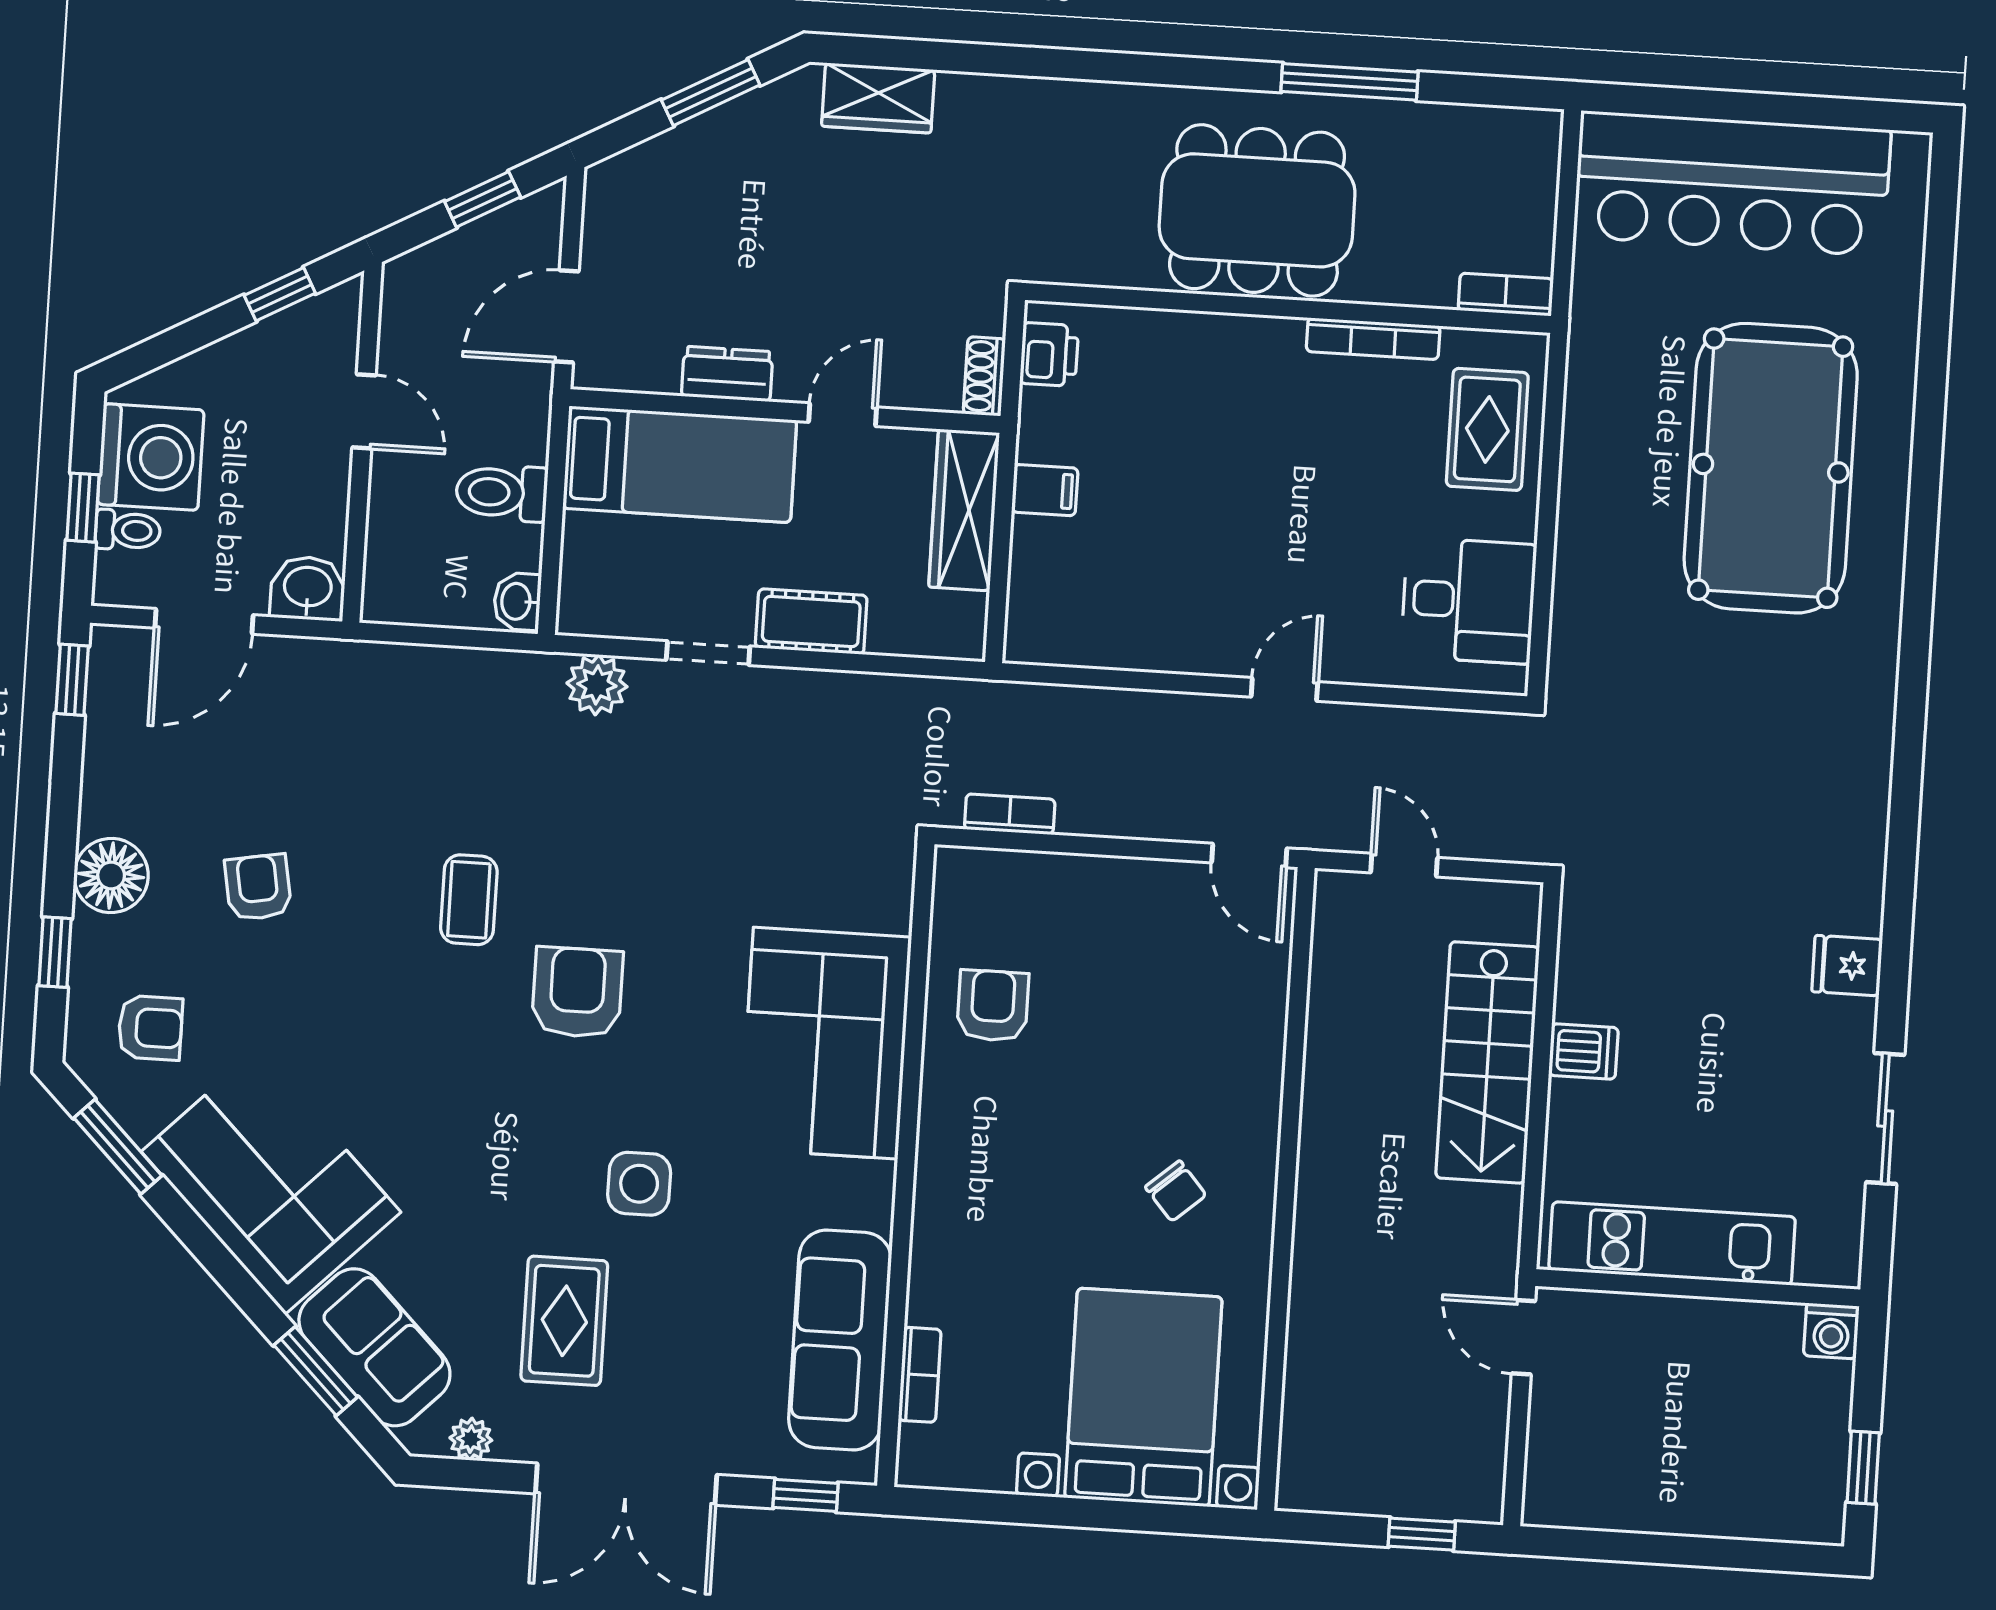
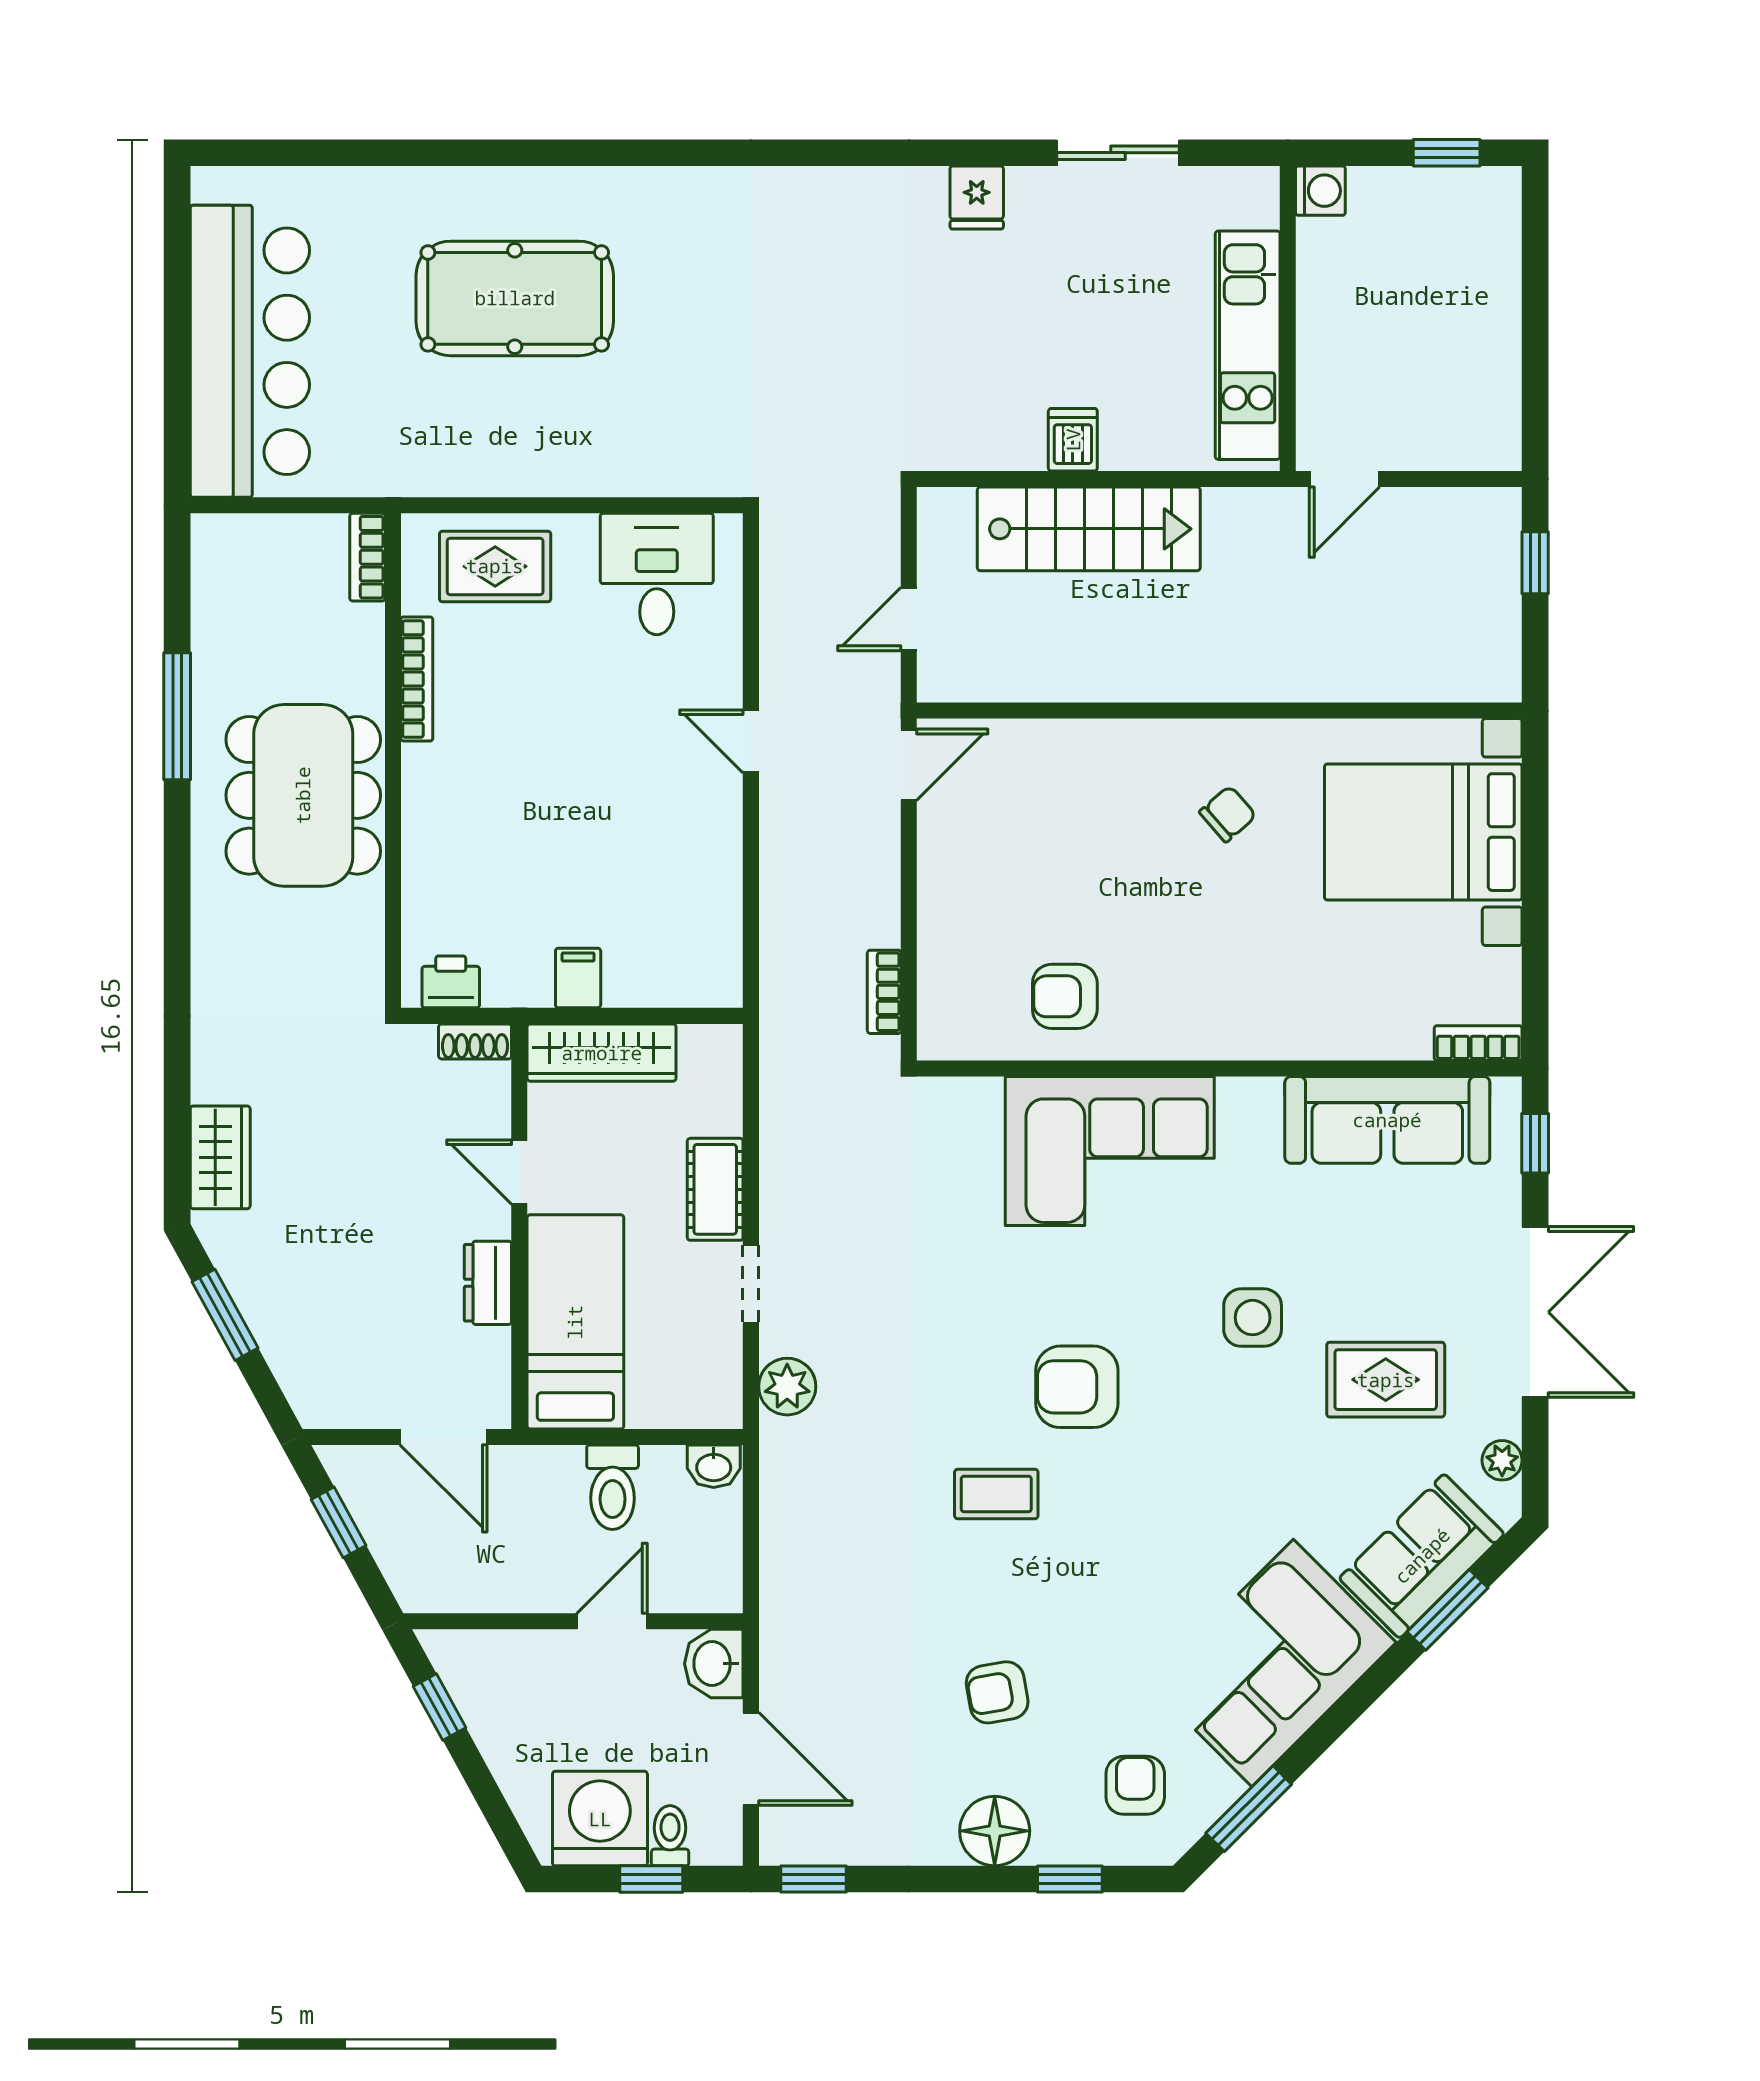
door: (364, 411) -> (612, 1621), moved
pool table: (1771, 468) -> (515, 298), width x0.73, depth x0.76
bookcase: (920, 1375) -> (1478, 1043), moved

